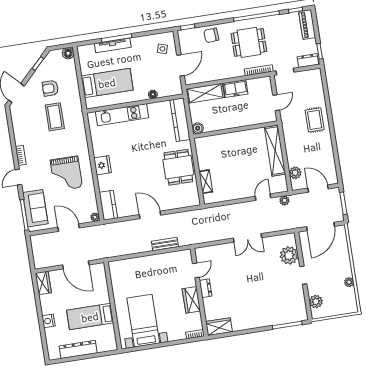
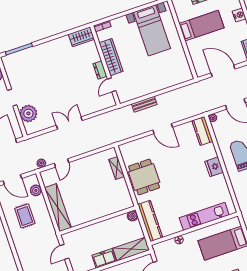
rug: (315, 120) -> (25, 216), moved
wardrobe: (191, 300) -> (111, 57), width x1.50

